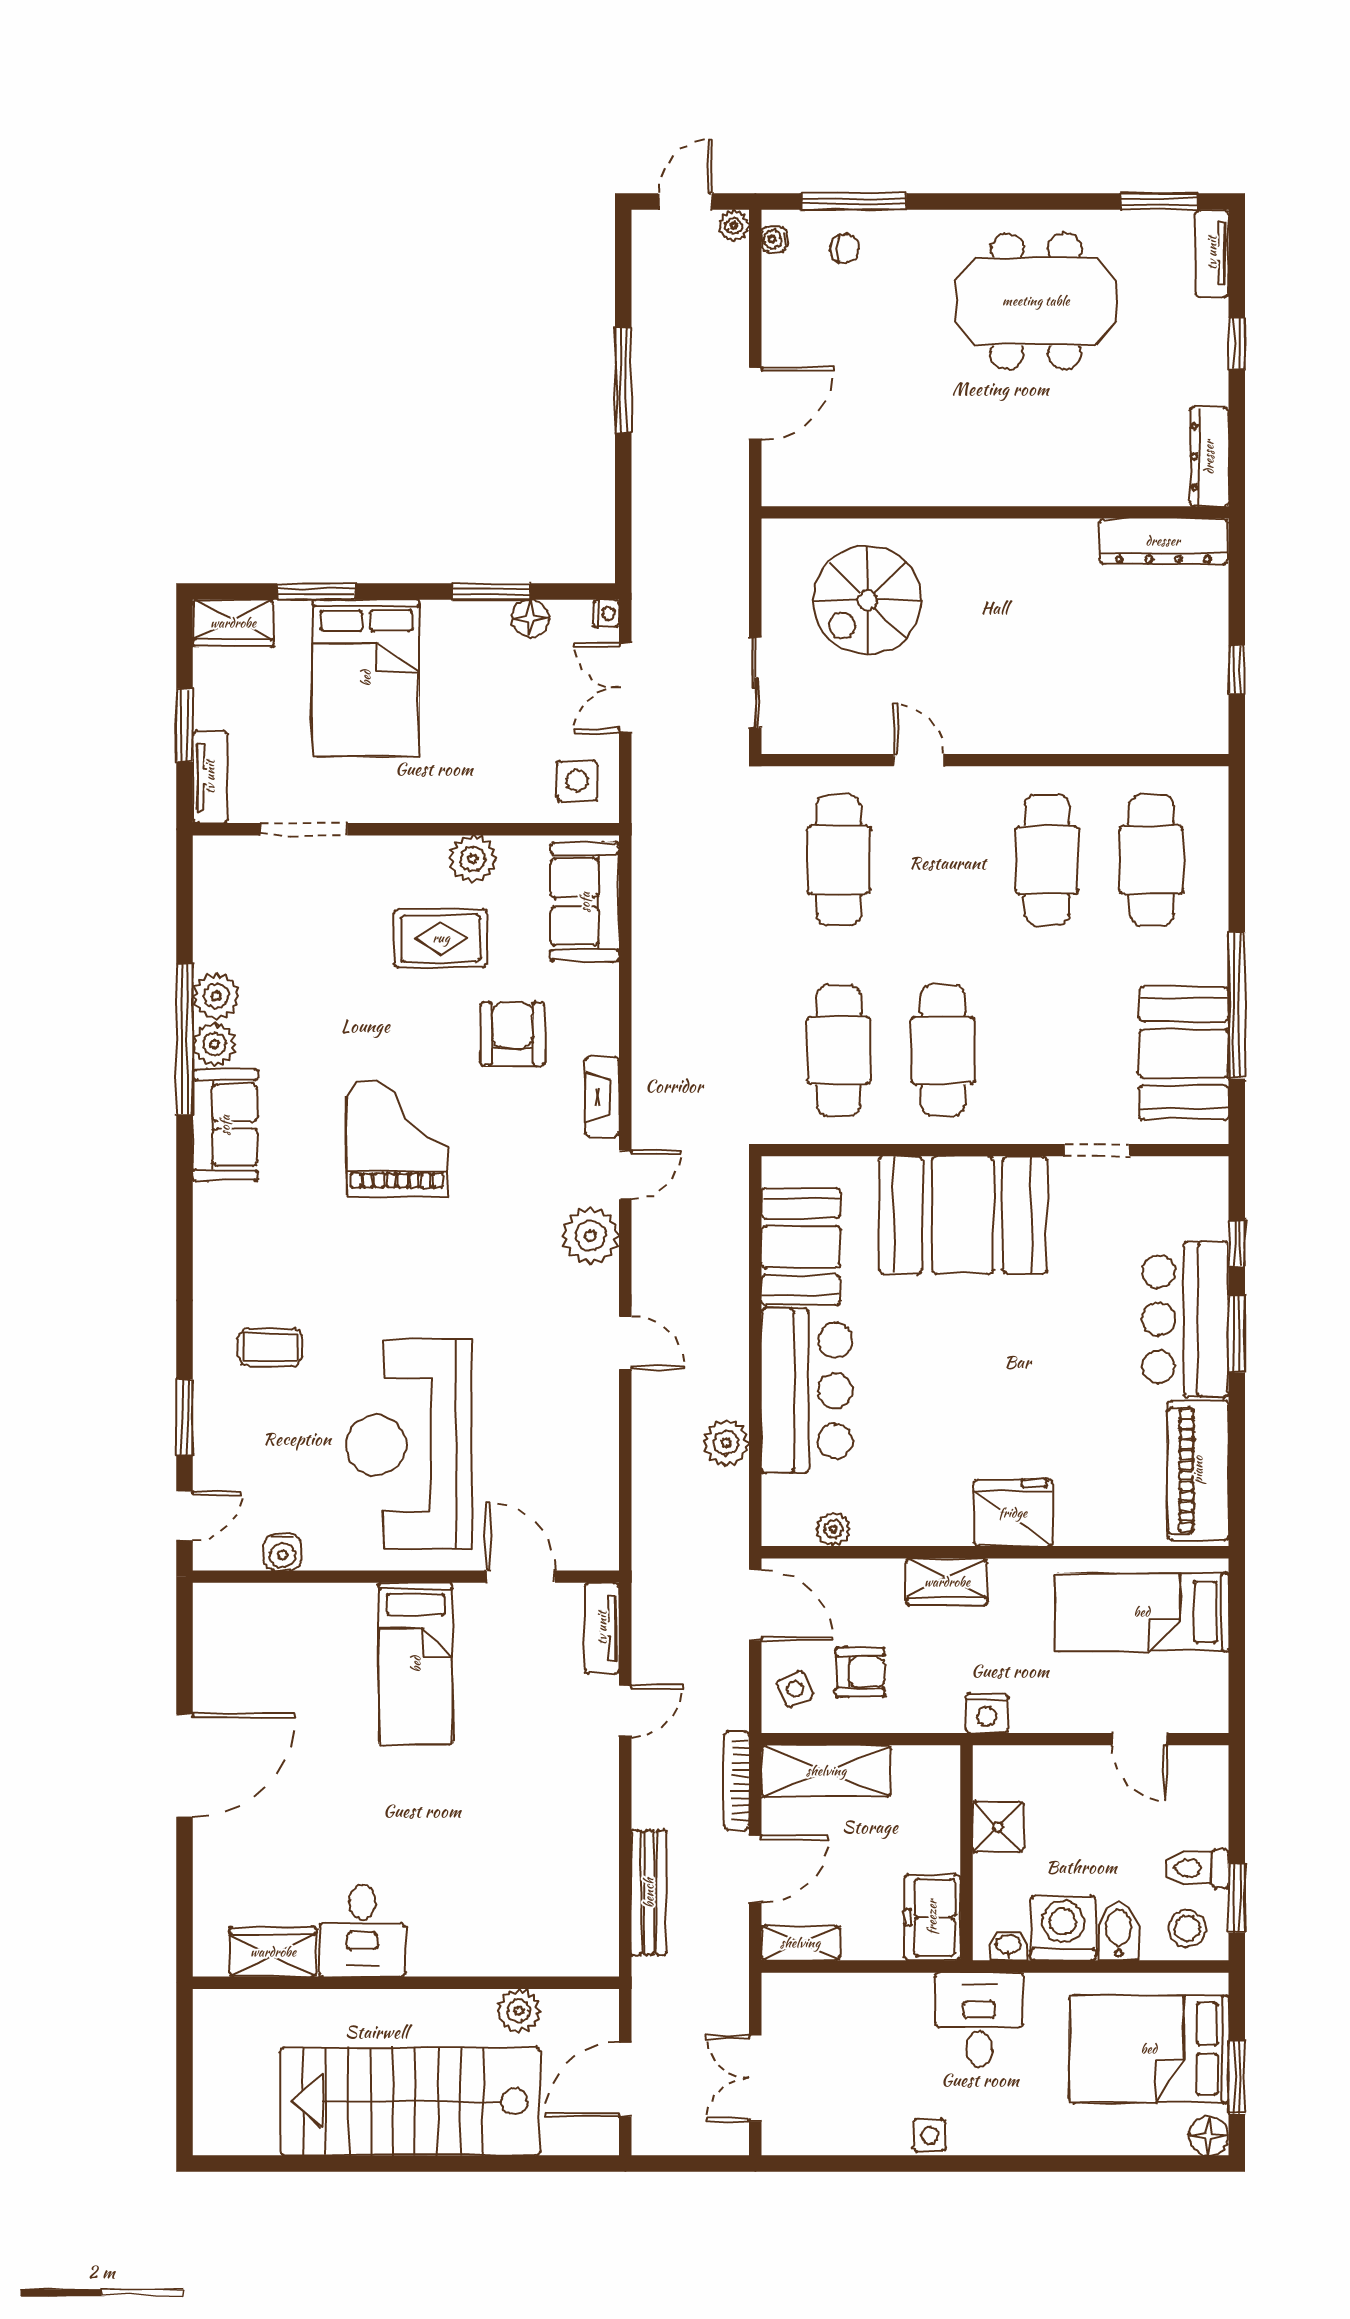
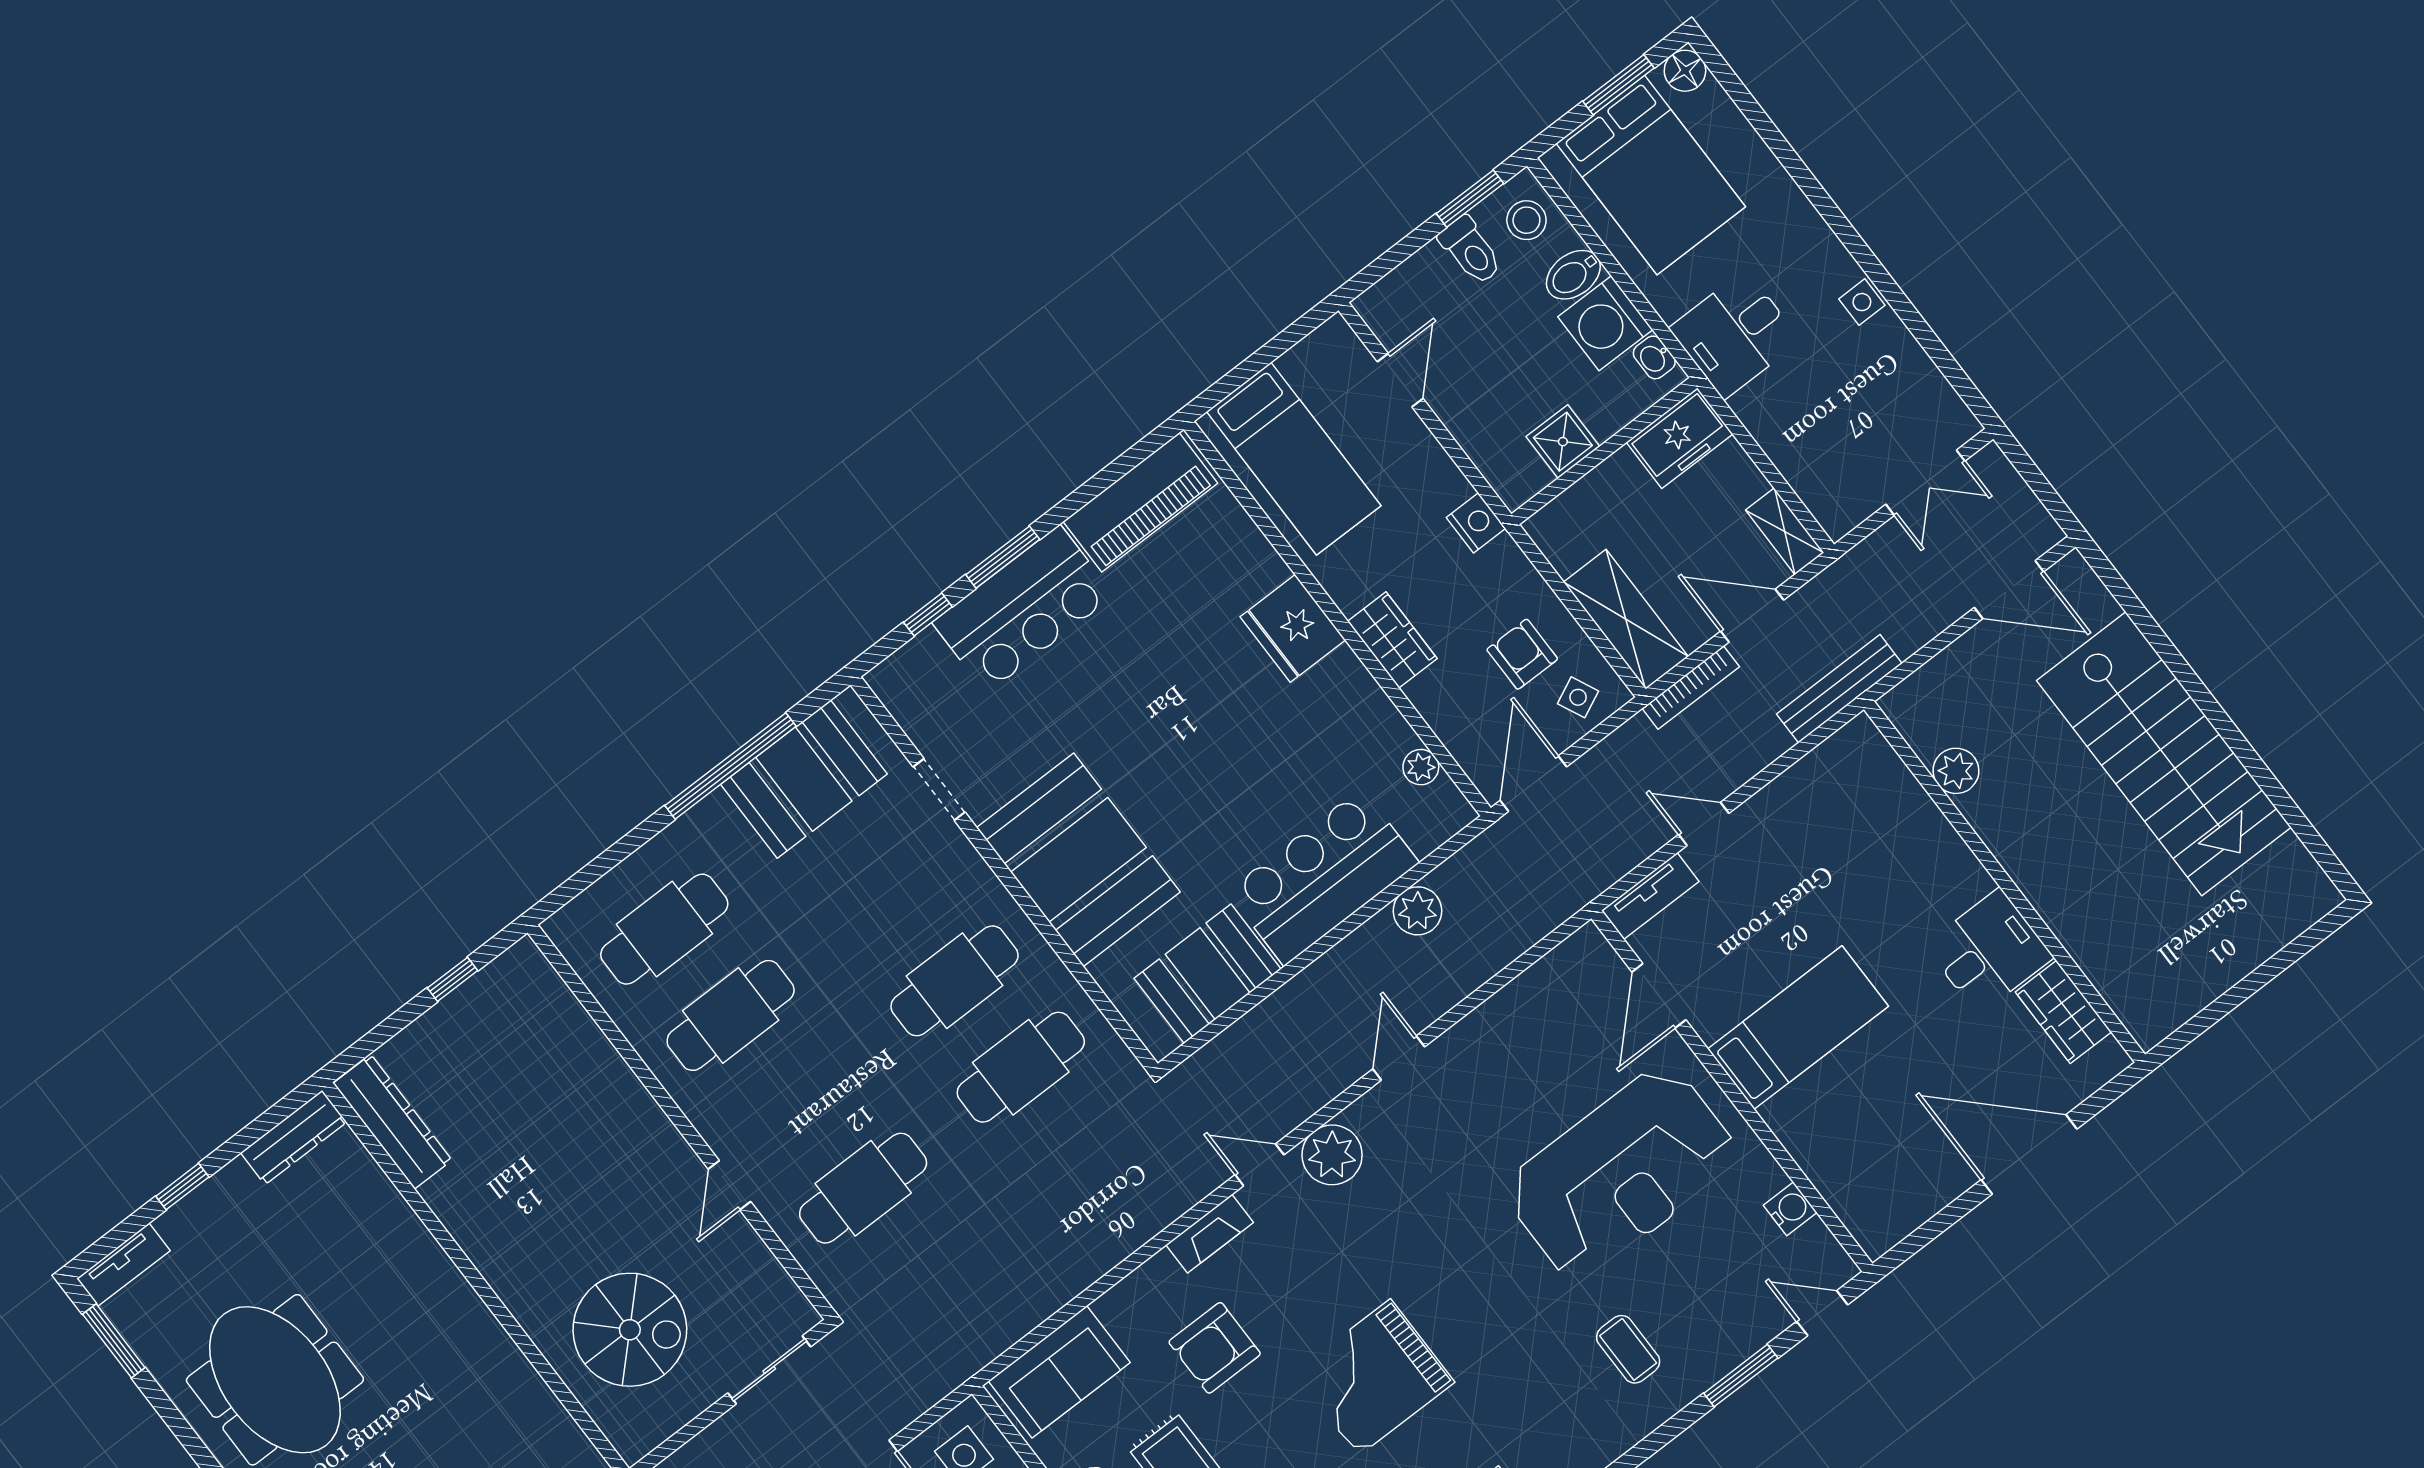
desk: (362, 1930) -> (1989, 951), moved
wardrobe: (273, 1952) -> (2063, 1012), moved
wall: (406, 1983) -> (2004, 882), moved
plant: (519, 2011) -> (1956, 771), moved

